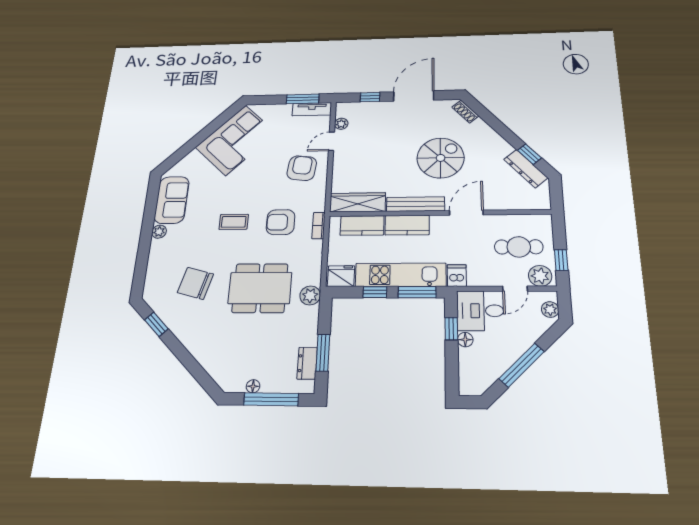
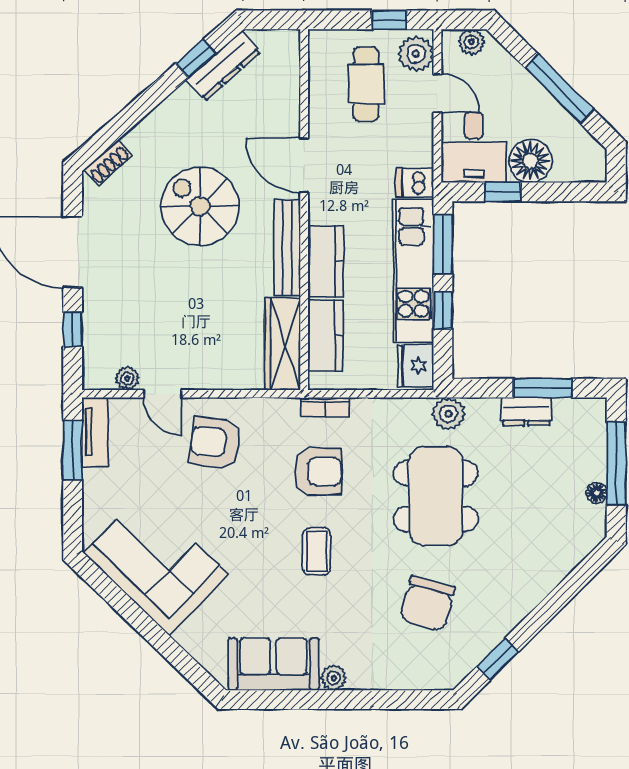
armchair: (281, 222) -> (318, 471), turned -90
floor lamp: (465, 340) -> (530, 161), width x1.89, depth x1.89
dresser: (307, 363) -> (526, 412), moved

